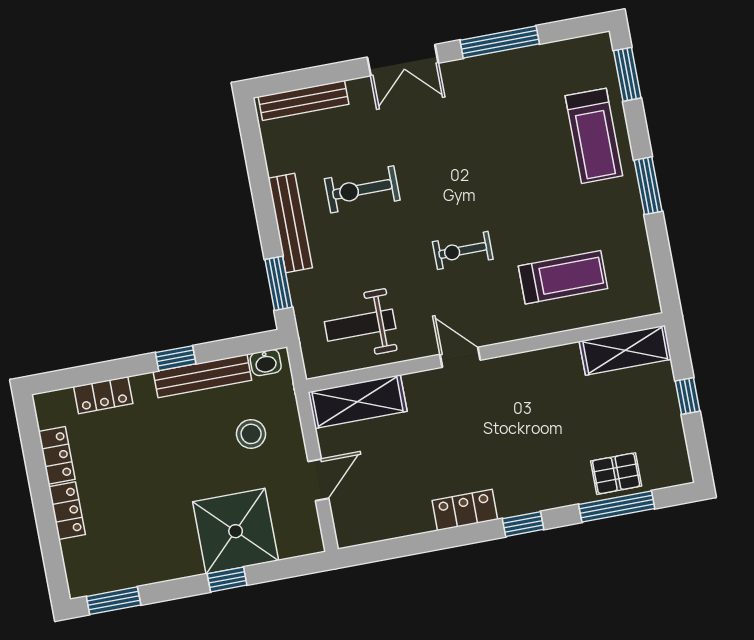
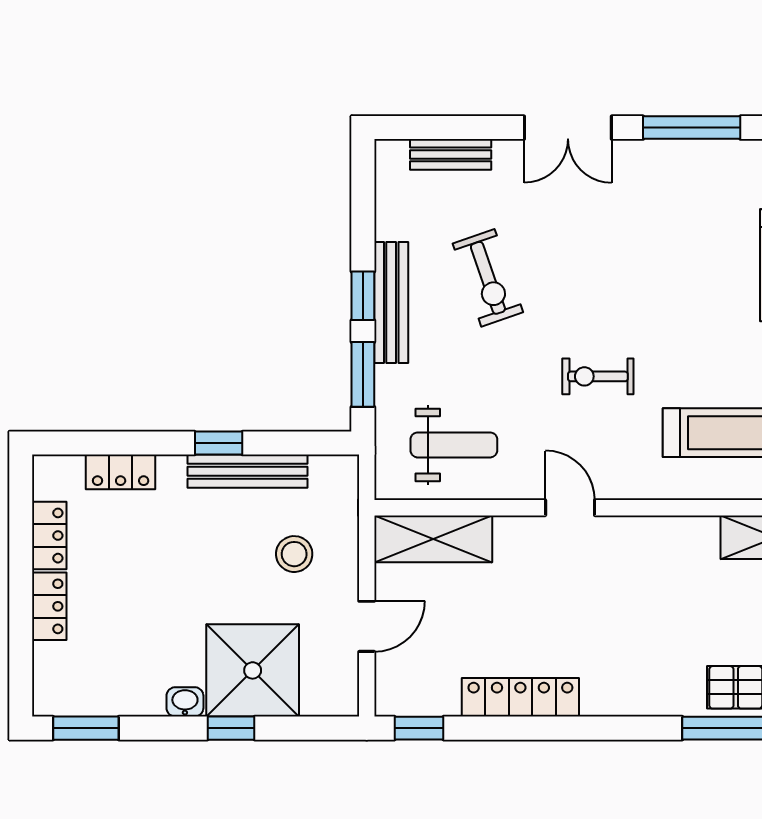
bench: (303, 100) -> (451, 154), width x0.73
exercise bike: (362, 189) -> (488, 278), turned -109
window: (267, 222) -> (363, 296), added
weight bench: (360, 325) -> (454, 445), turned 180
washbasin: (266, 363) -> (185, 702), moved, turned 180
locker: (465, 510) -> (520, 697), width x1.53
window: (523, 524) -> (419, 728), moved

